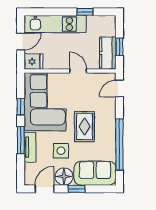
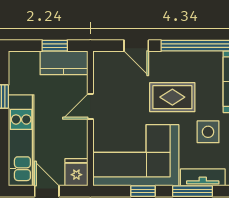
door: (119, 89) -> (136, 46), moved

